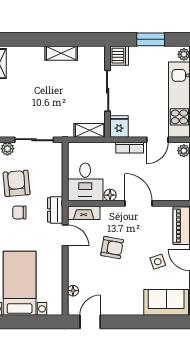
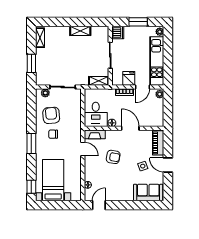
fridge: (119, 127) -> (129, 78), moved
dresser: (55, 210) -> (76, 133), removed

